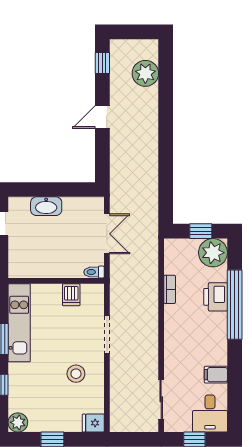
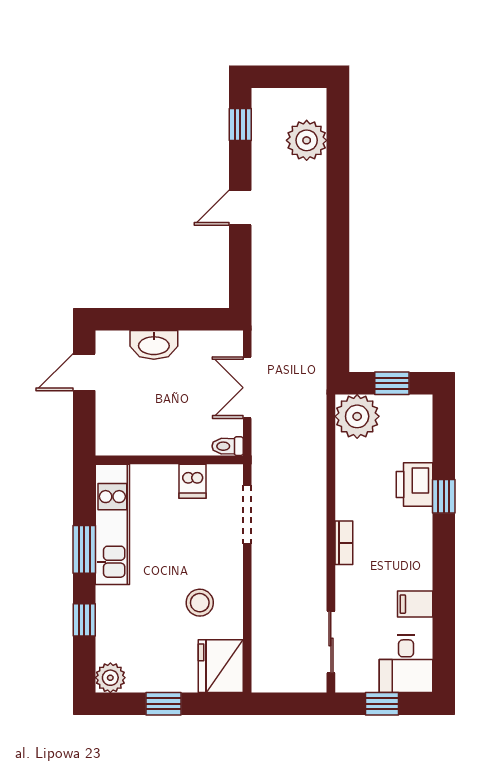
double door: (107, 234) -> (247, 388), swing flipped
plant: (213, 253) -> (357, 416), moved
bookcase: (170, 289) -> (344, 543), moved
window: (235, 305) -> (444, 496), width x0.32
doorway: (107, 335) -> (247, 514), moved
fridge: (93, 423) -> (221, 666), width x1.88, depth x1.34

